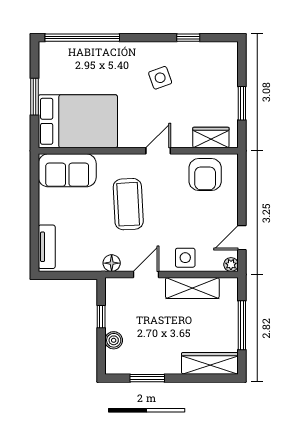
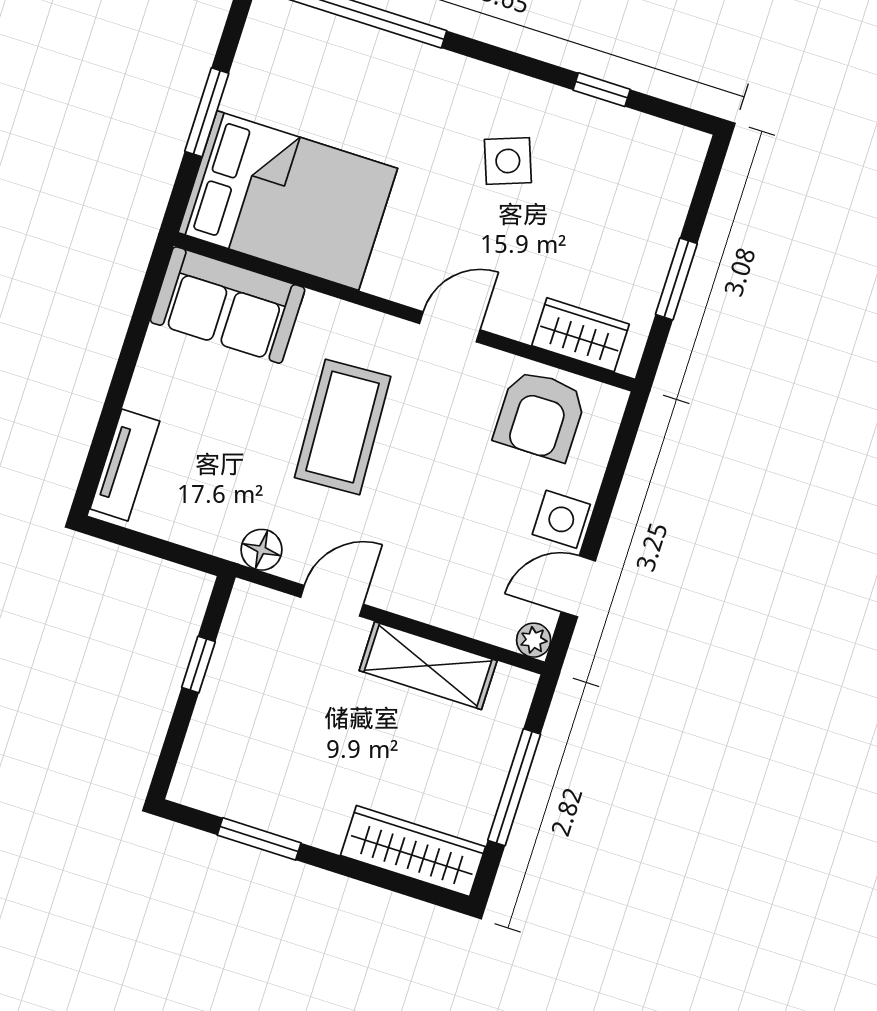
side table: (185, 258) -> (561, 519), moved
boiler: (114, 340) -> (210, 728), removed

